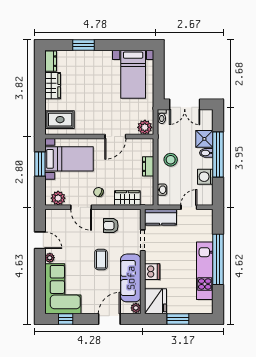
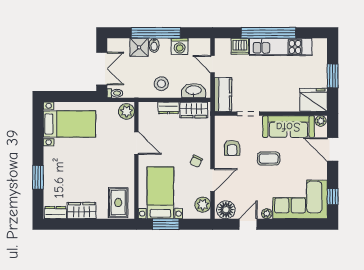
washbasin: (162, 190) -> (194, 91), width x1.91, depth x1.45
wardrobe: (127, 198) -> (194, 110), moved, turned -90
floor lamp: (53, 220) -> (226, 210), added
dishwasher: (152, 272) -> (240, 46), moved, turned 180

